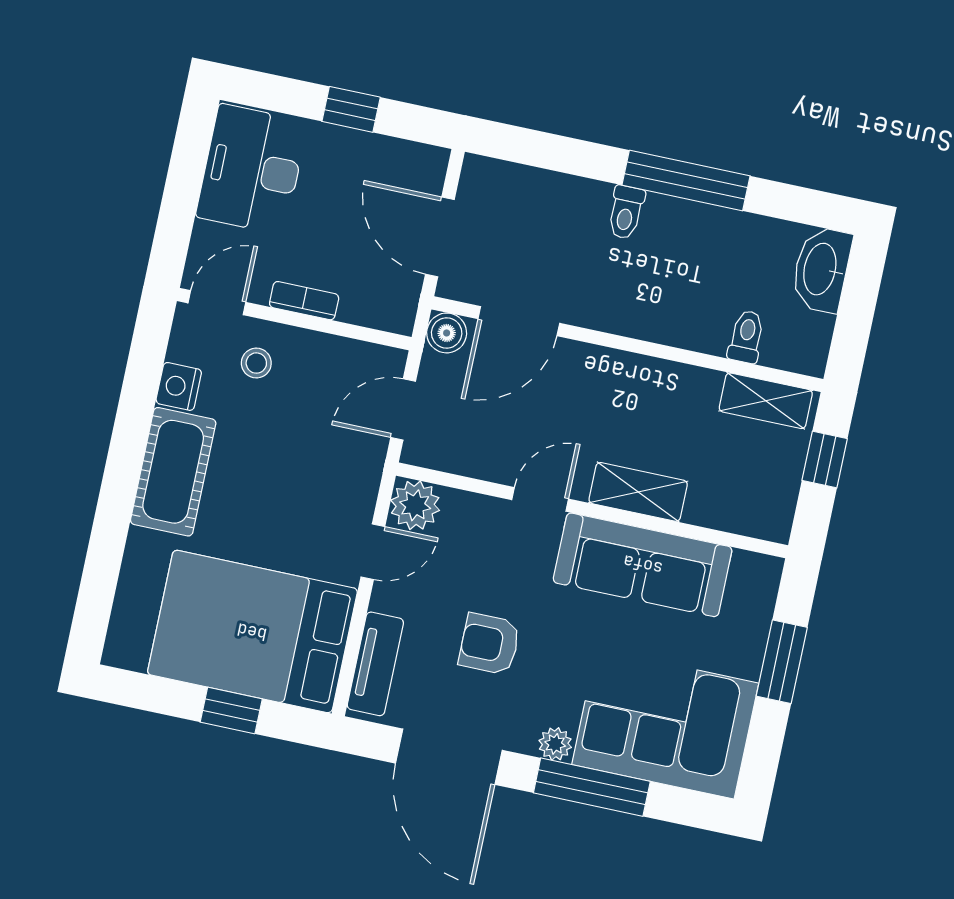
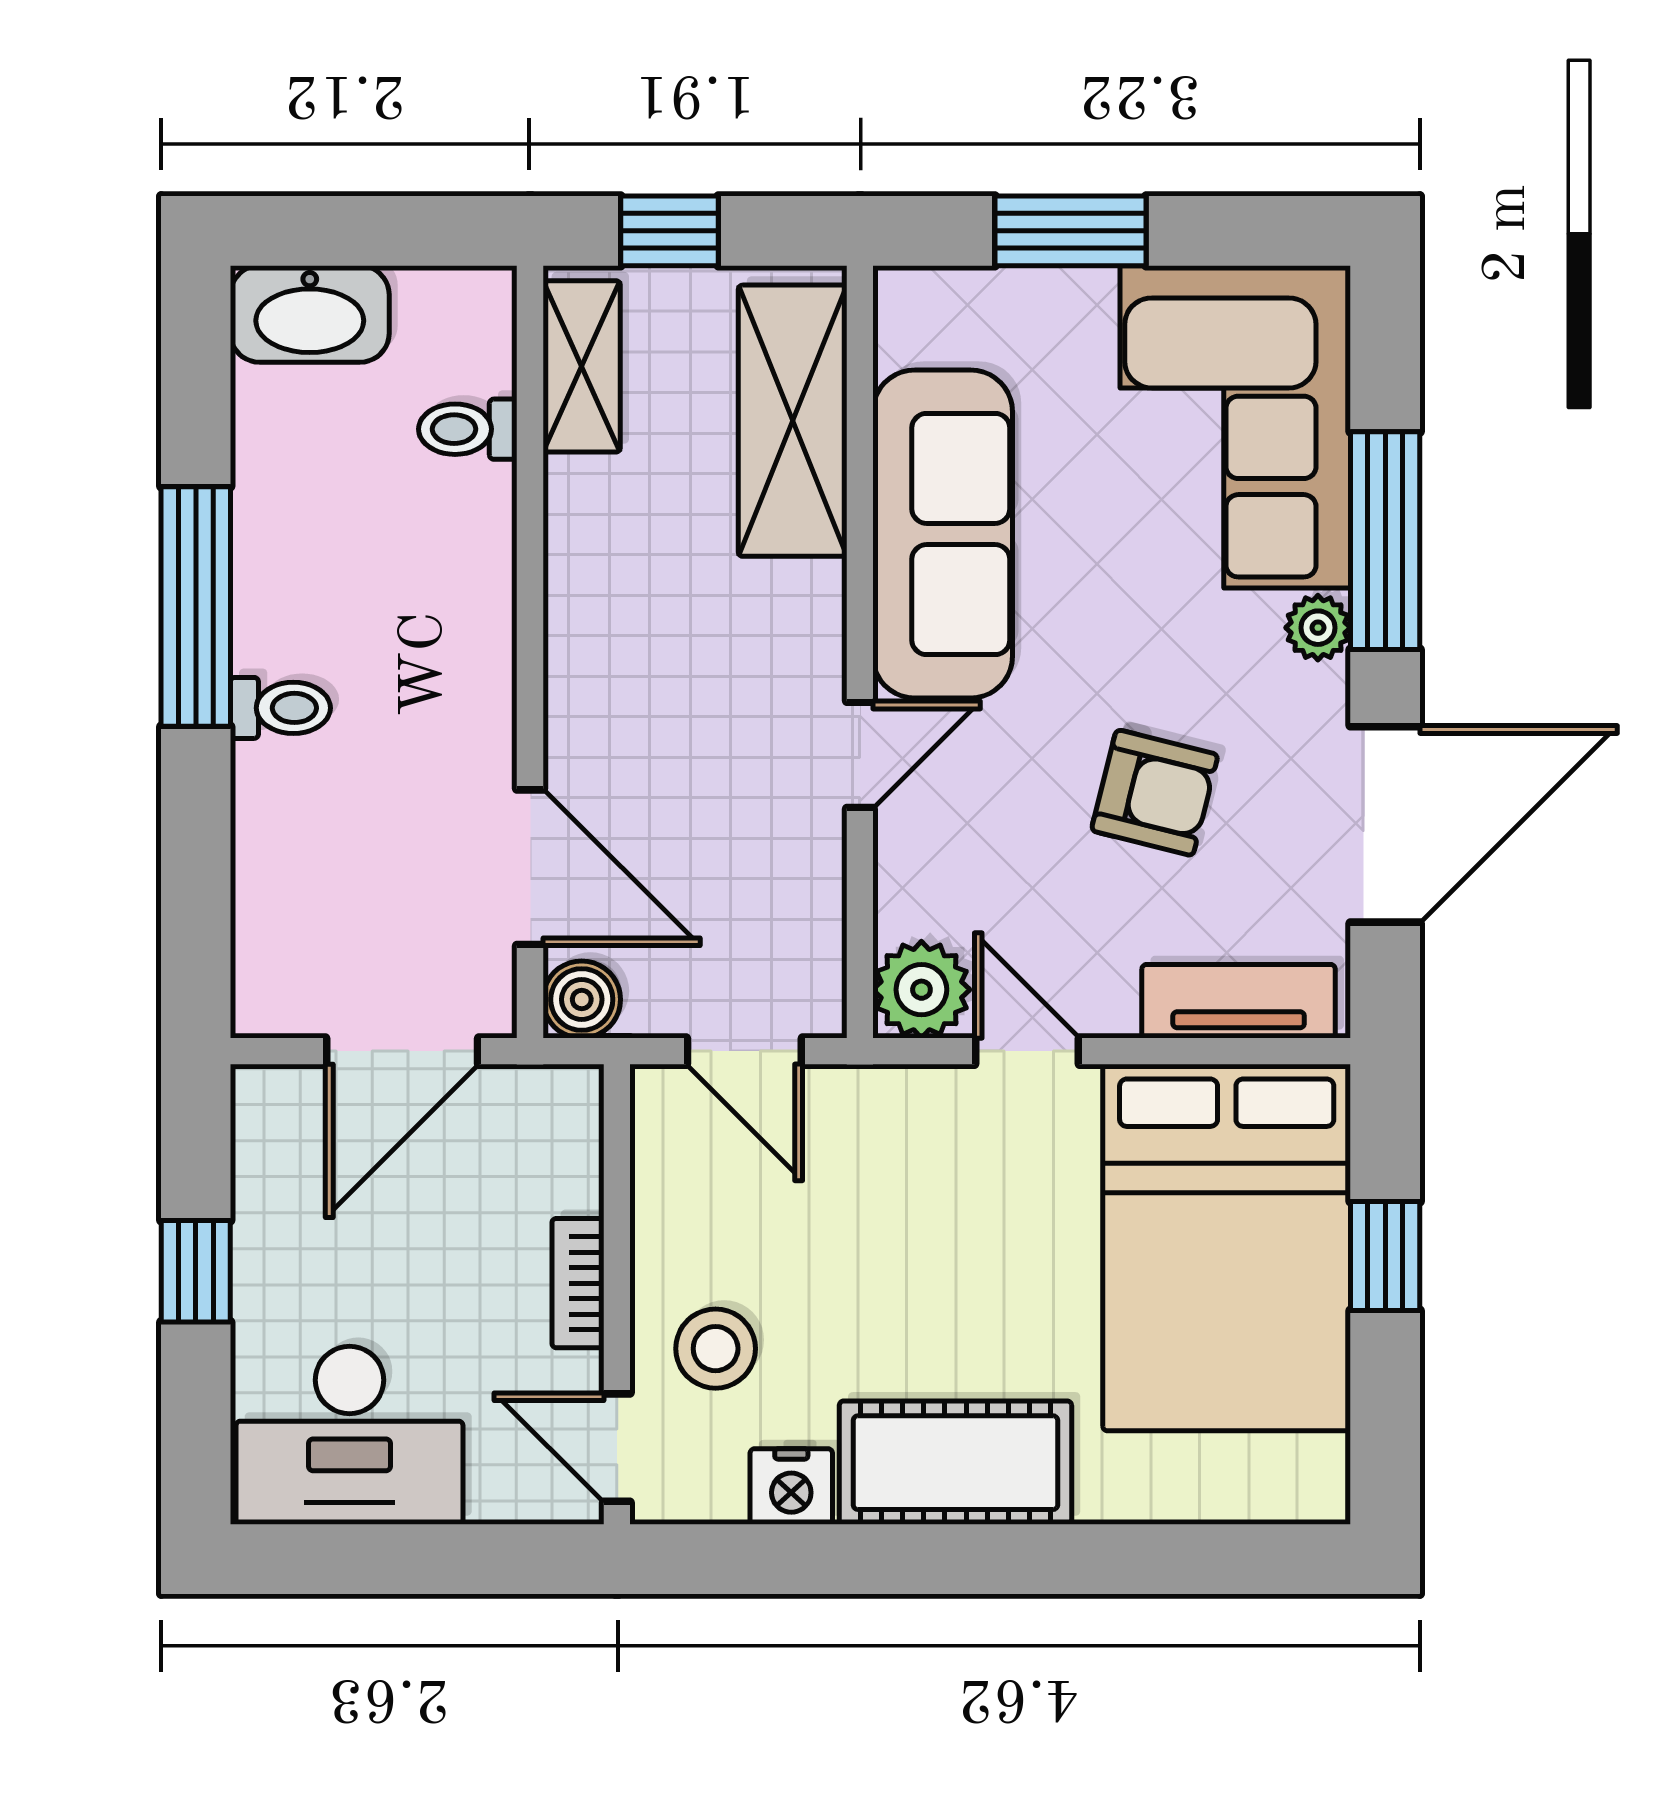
stool: (256, 363) -> (716, 1349), width x1.37, depth x1.37
shelving: (638, 492) -> (793, 421), moved, width x1.50, depth x1.33
door: (540, 499) -> (860, 755), swing flipped
armchair: (490, 644) -> (1155, 793), turned -76

